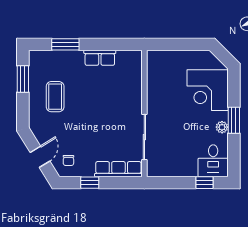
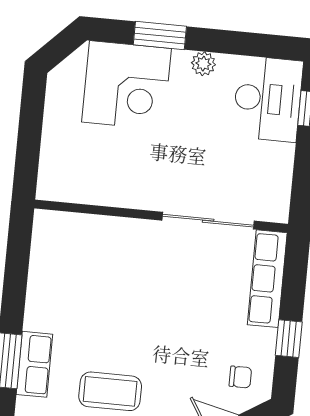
row of seats: (100, 58) -> (34, 364), moved
window: (234, 120) -> (160, 35), moved
desk: (213, 161) -> (268, 99), width x1.37

